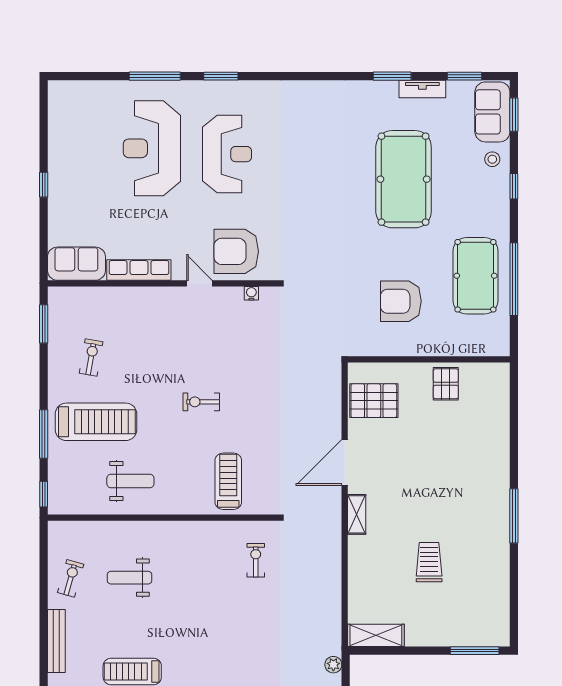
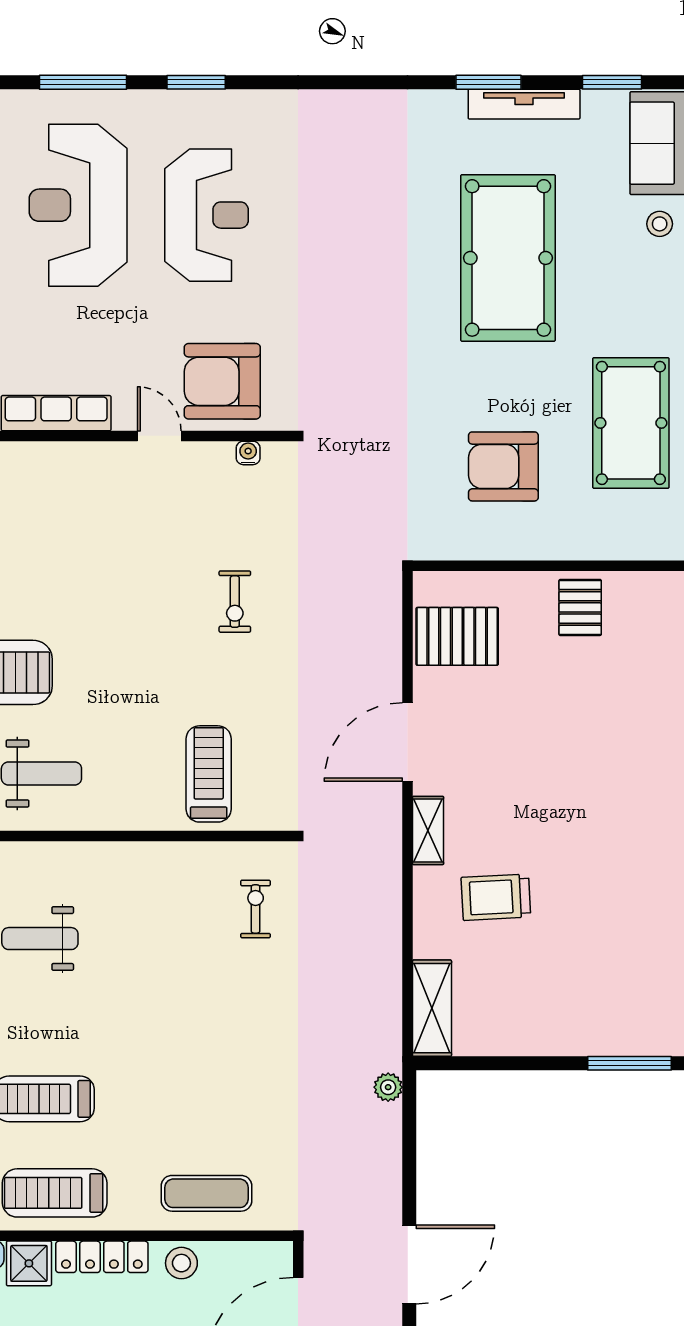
tv unit: (422, 89) -> (524, 104), width x1.41
exercise bike: (201, 402) -> (235, 602), moved, turned -90
trolley: (429, 562) -> (496, 897), moved, turned -93
shelving: (376, 635) -> (432, 1008), moved, turned 90

